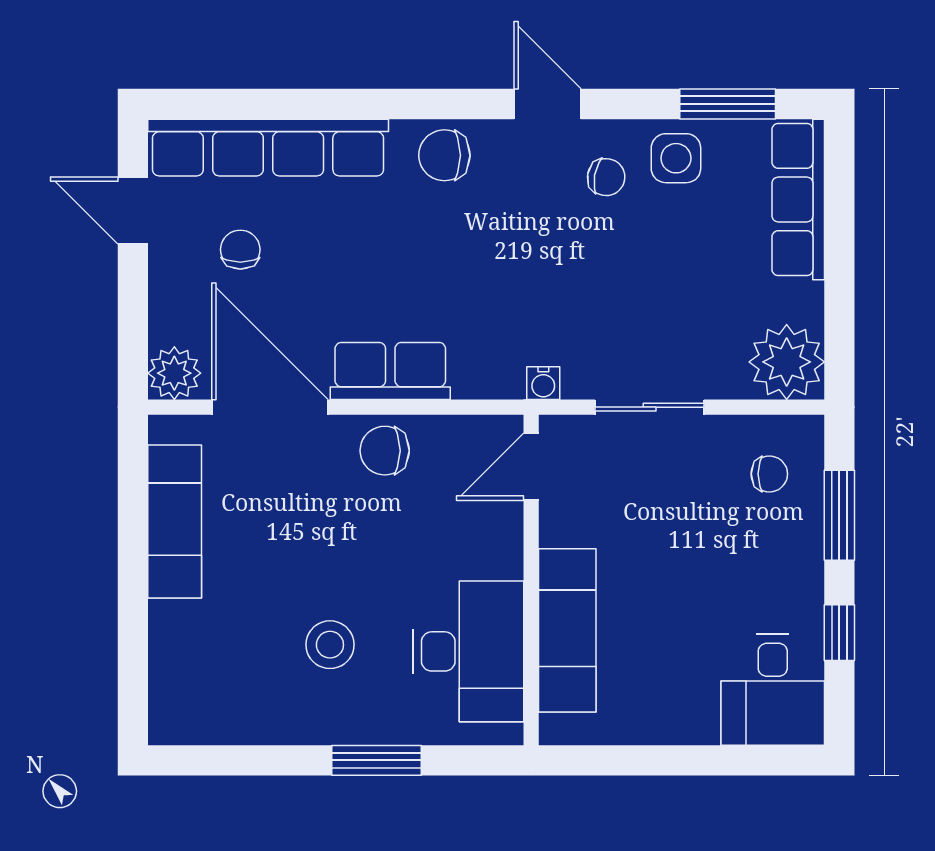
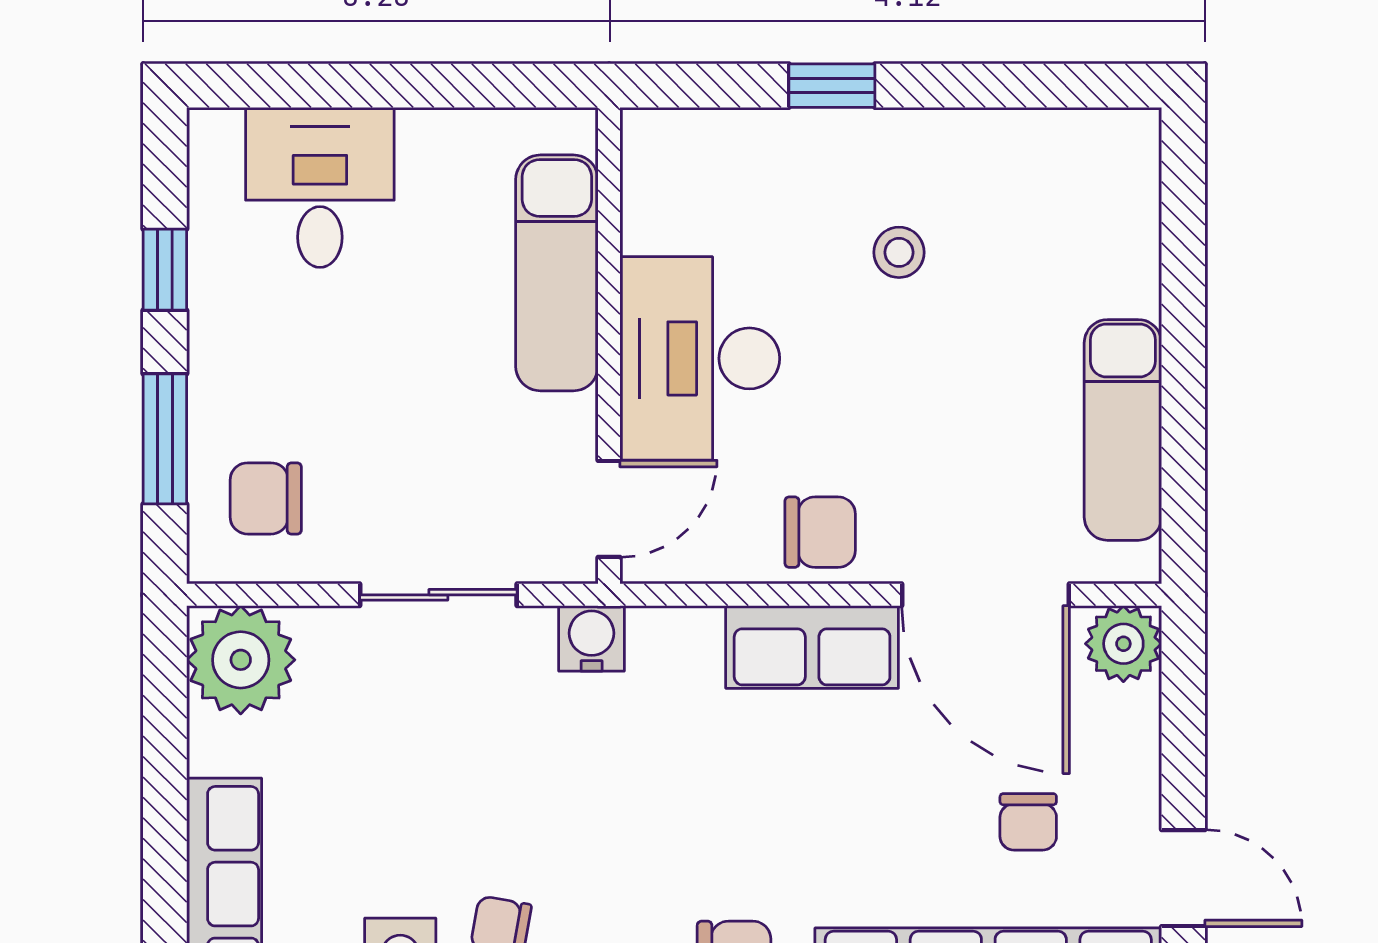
water cooler: (543, 383) -> (592, 638), width x1.38, depth x1.38
chair: (769, 474) -> (266, 498), width x1.37, depth x1.37
stool: (330, 645) -> (899, 252), width x0.73, depth x0.73
desk: (468, 651) -> (700, 358), moved
desk: (773, 690) -> (320, 187), moved
window: (377, 760) -> (832, 86), width x0.67

